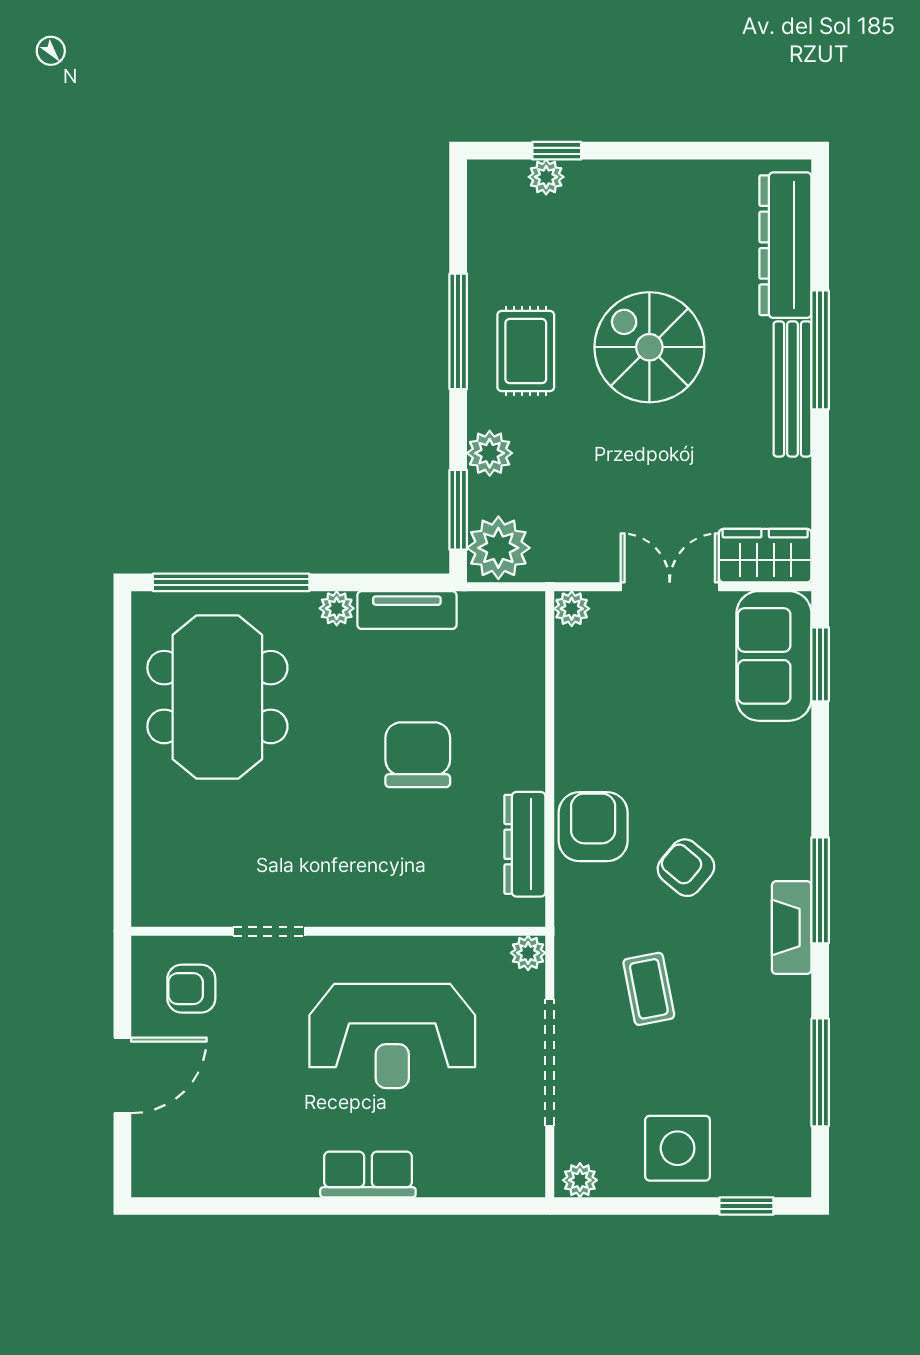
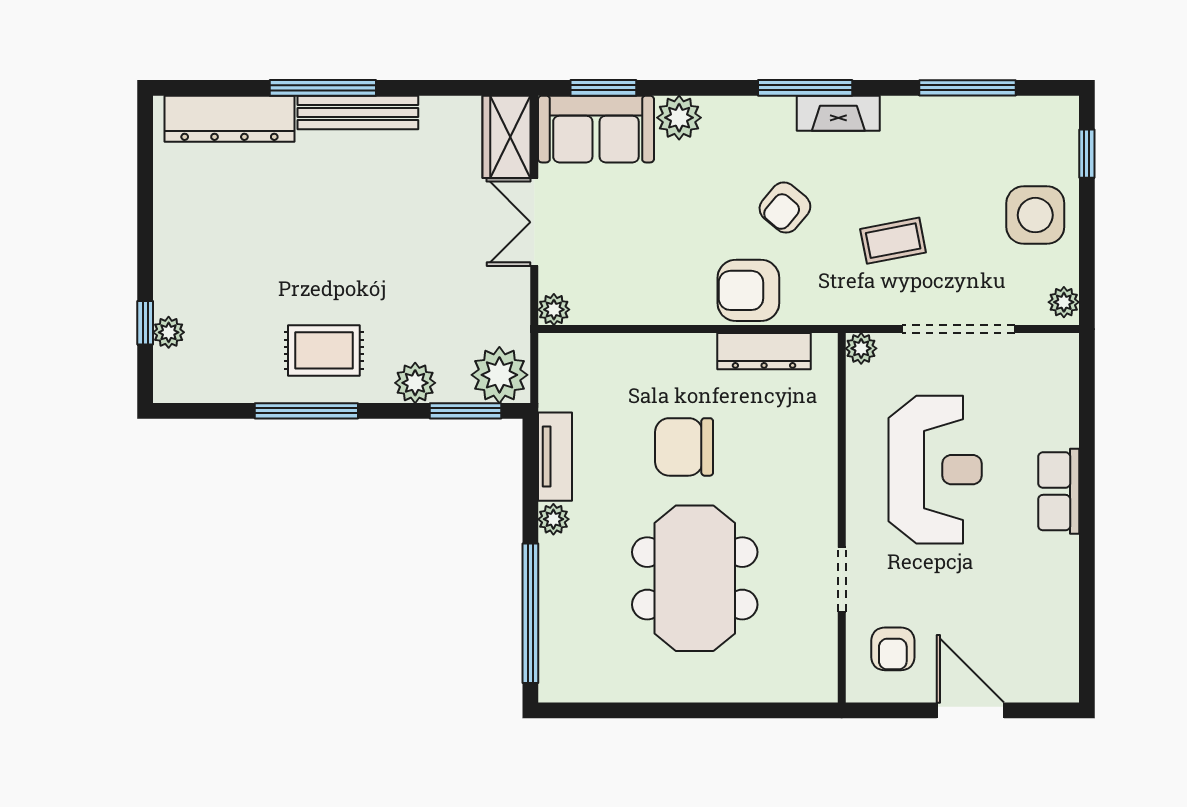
spiral stairs: (649, 347) -> (321, 240), removed
meeting table: (217, 697) -> (695, 578), moved, turned 90
plant: (787, 749) -> (679, 118), added

